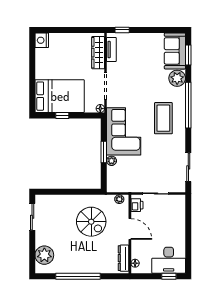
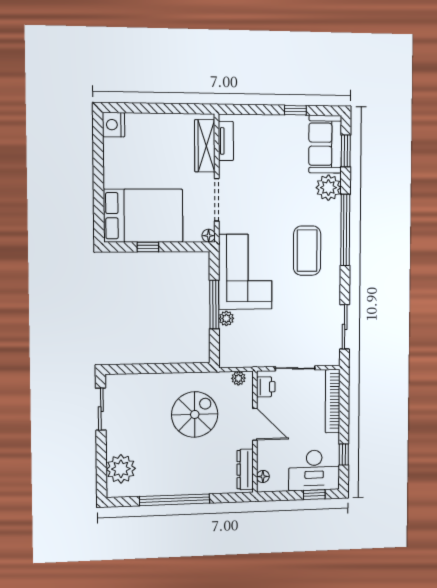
window: (122, 30) -> (295, 110), moved
window: (104, 152) -> (214, 305), width x1.44
bookcase: (181, 215) -> (333, 401), added
spiral stairs: (91, 222) -> (195, 414), turned -90
window: (188, 250) -> (344, 454), added

